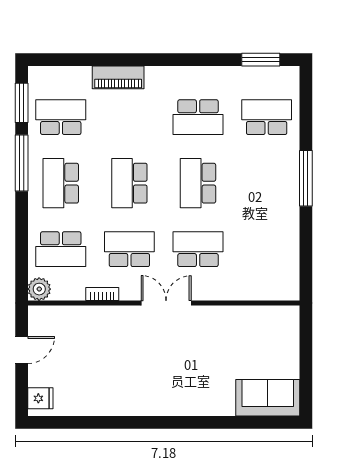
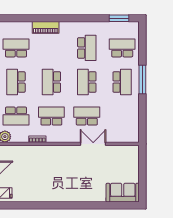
school desk: (198, 117) -> (87, 48), turned -90
school desk: (267, 183) -> (122, 82), added
double door: (166, 303) -> (93, 144), moved

